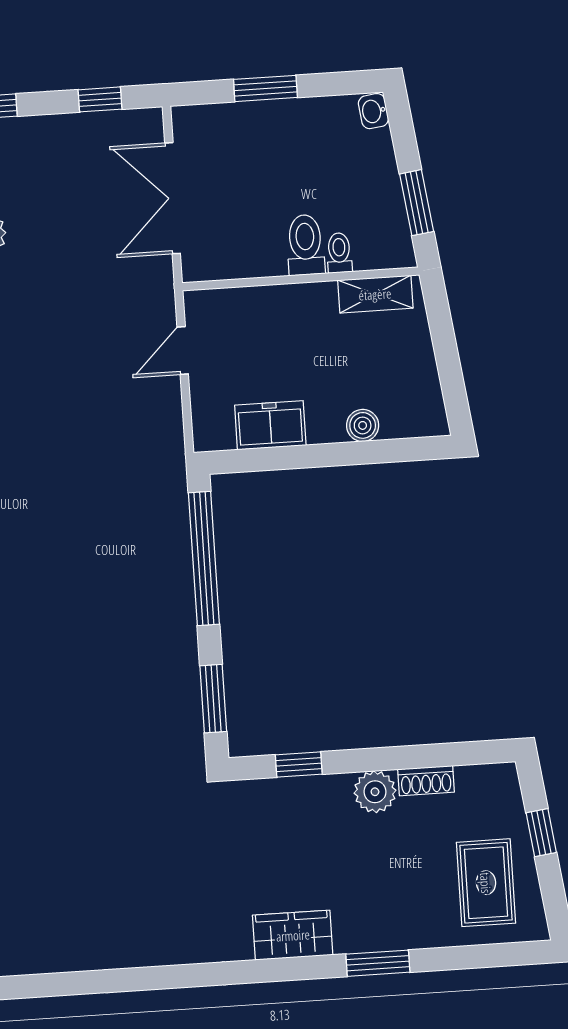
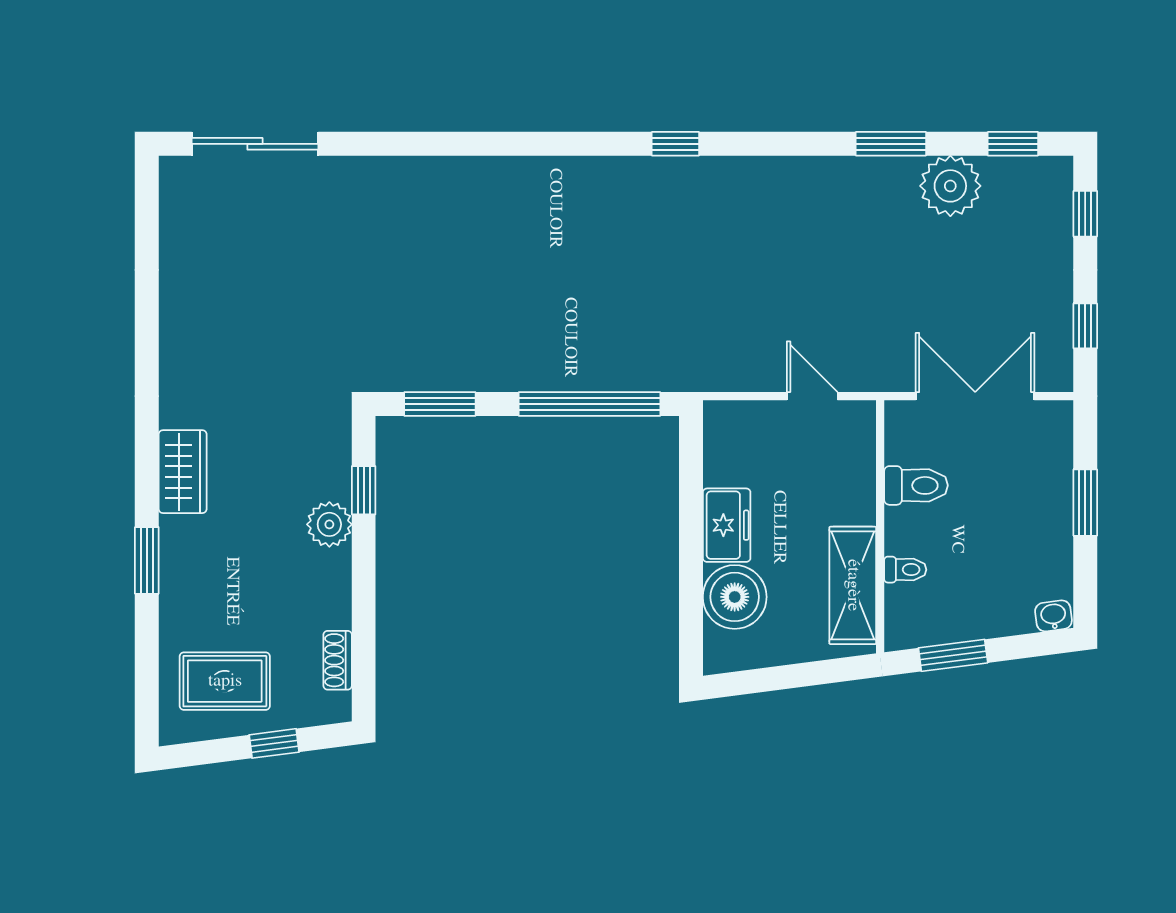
toilet: (305, 245) -> (916, 485), moved
shelving: (375, 294) -> (853, 585), width x1.50, depth x1.33
freezer: (270, 425) -> (727, 525), moved
boiler: (363, 425) -> (735, 597), width x1.86, depth x1.86
shoe rack: (426, 781) -> (338, 660), moved
plant: (375, 792) -> (329, 524), moved

